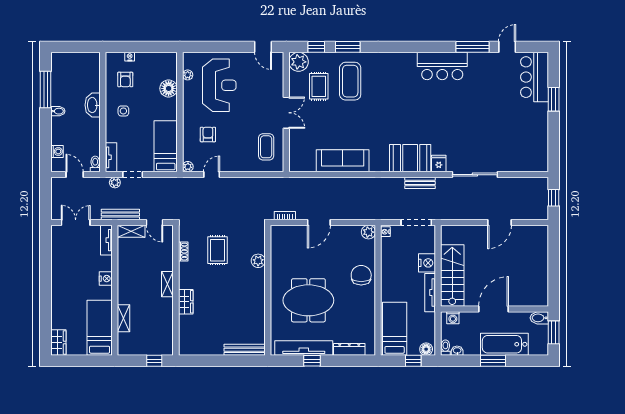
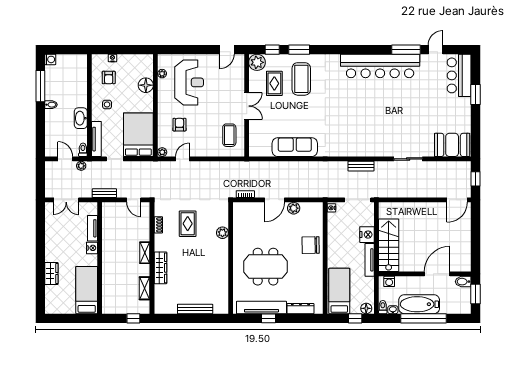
door: (263, 47) -> (227, 50), hinge flipped
bar counter: (442, 66) -> (380, 66), width x1.86
washbasin: (93, 105) -> (81, 118), moved
bed: (166, 146) -> (138, 135), width x1.50
washing machine: (57, 151) -> (50, 59), moved
tv unit: (111, 157) -> (96, 139), width x1.41
booth: (410, 158) -> (452, 145), moved
fridge: (439, 163) -> (377, 149), removed
sliding door: (475, 175) -> (408, 159), width x0.73
plant: (115, 183) -> (81, 166), moved
bench: (120, 214) -> (104, 193), width x0.73
double door: (76, 222) -> (66, 200), swing flipped
door: (500, 222) -> (457, 200), moved
shelving: (131, 231) -> (114, 207), removed
plant: (368, 232) -> (294, 208), moved
tv unit: (106, 240) -> (92, 228), moved
chair: (361, 275) -> (311, 245), turned -91
wardrobe: (186, 302) -> (160, 268), width x1.50
door: (494, 309) -> (437, 274), moved
shelving: (123, 318) -> (145, 288), moved
wardrobe: (58, 343) -> (51, 274), moved
bathtub: (504, 344) -> (419, 304), moved
bench: (245, 350) -> (195, 309), moved
window: (493, 361) -> (424, 318), width x2.11

